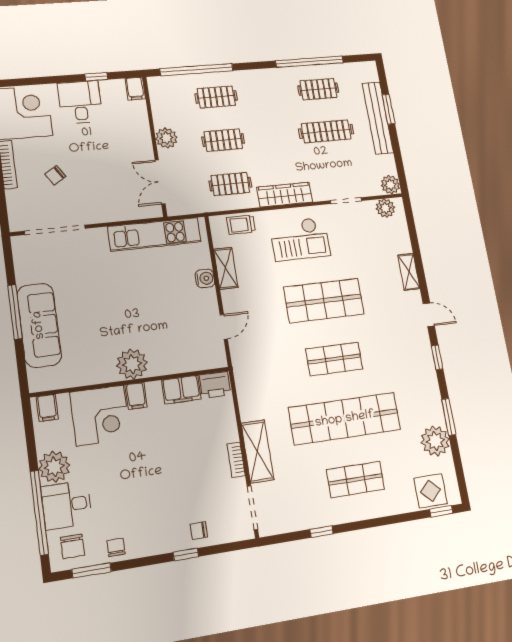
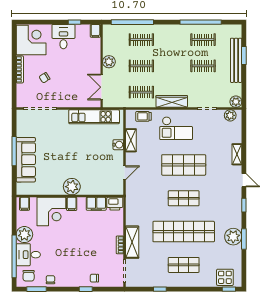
clothes rail: (326, 131) -> (203, 66), width x0.73
plant: (435, 441) -> (233, 237), moved

